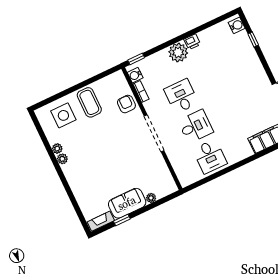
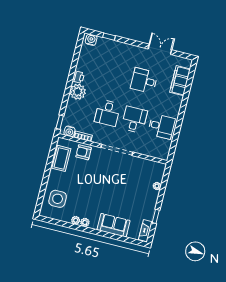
desk: (181, 96) -> (107, 113), turned -90
coffee table: (89, 102) -> (61, 158), moved, turned 90
desk: (239, 106) -> (144, 81), added
sofa: (127, 203) -> (114, 225), moved, turned 90

